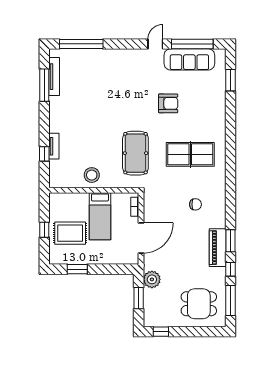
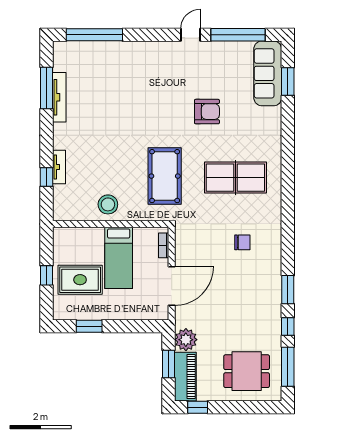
sofa: (189, 59) -> (268, 73), moved, turned 90
tv unit: (54, 77) -> (59, 97), moved
piano: (218, 248) -> (185, 377), moved, turned 180

